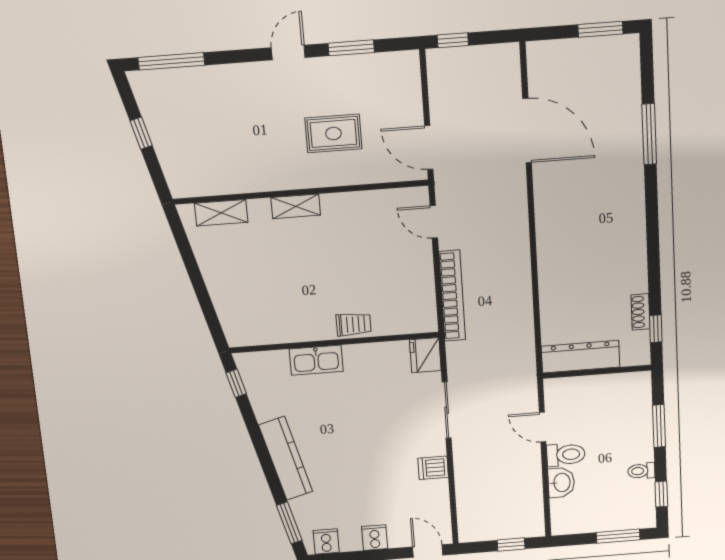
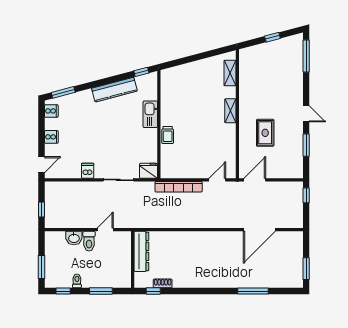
kitchen counter: (286, 458) -> (114, 90), moved

